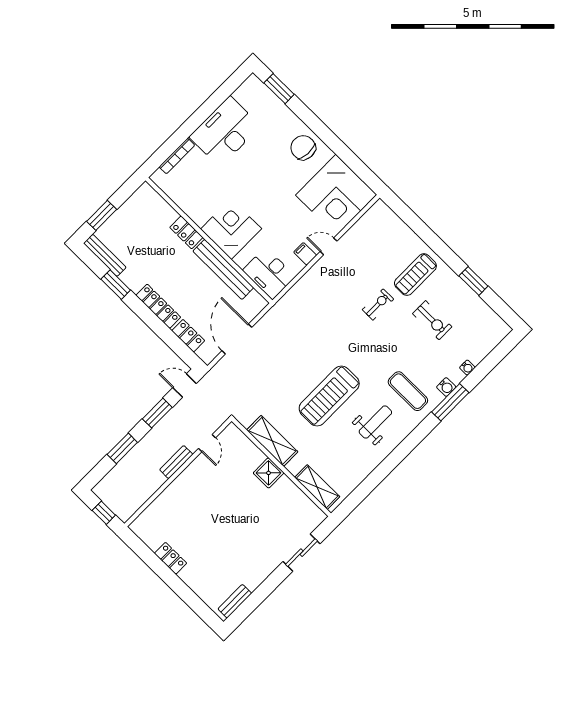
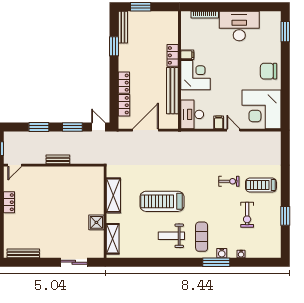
chair: (303, 148) -> (269, 71), turned -93
filing cabinet: (201, 216) -> (187, 55), added
locker: (158, 306) -> (124, 83), width x0.66
weight bench: (375, 422) -> (171, 236), turned 180
door: (207, 443) -> (15, 165), moved
shower: (269, 473) -> (96, 222), moved
bench: (235, 601) -> (23, 253), width x1.36

